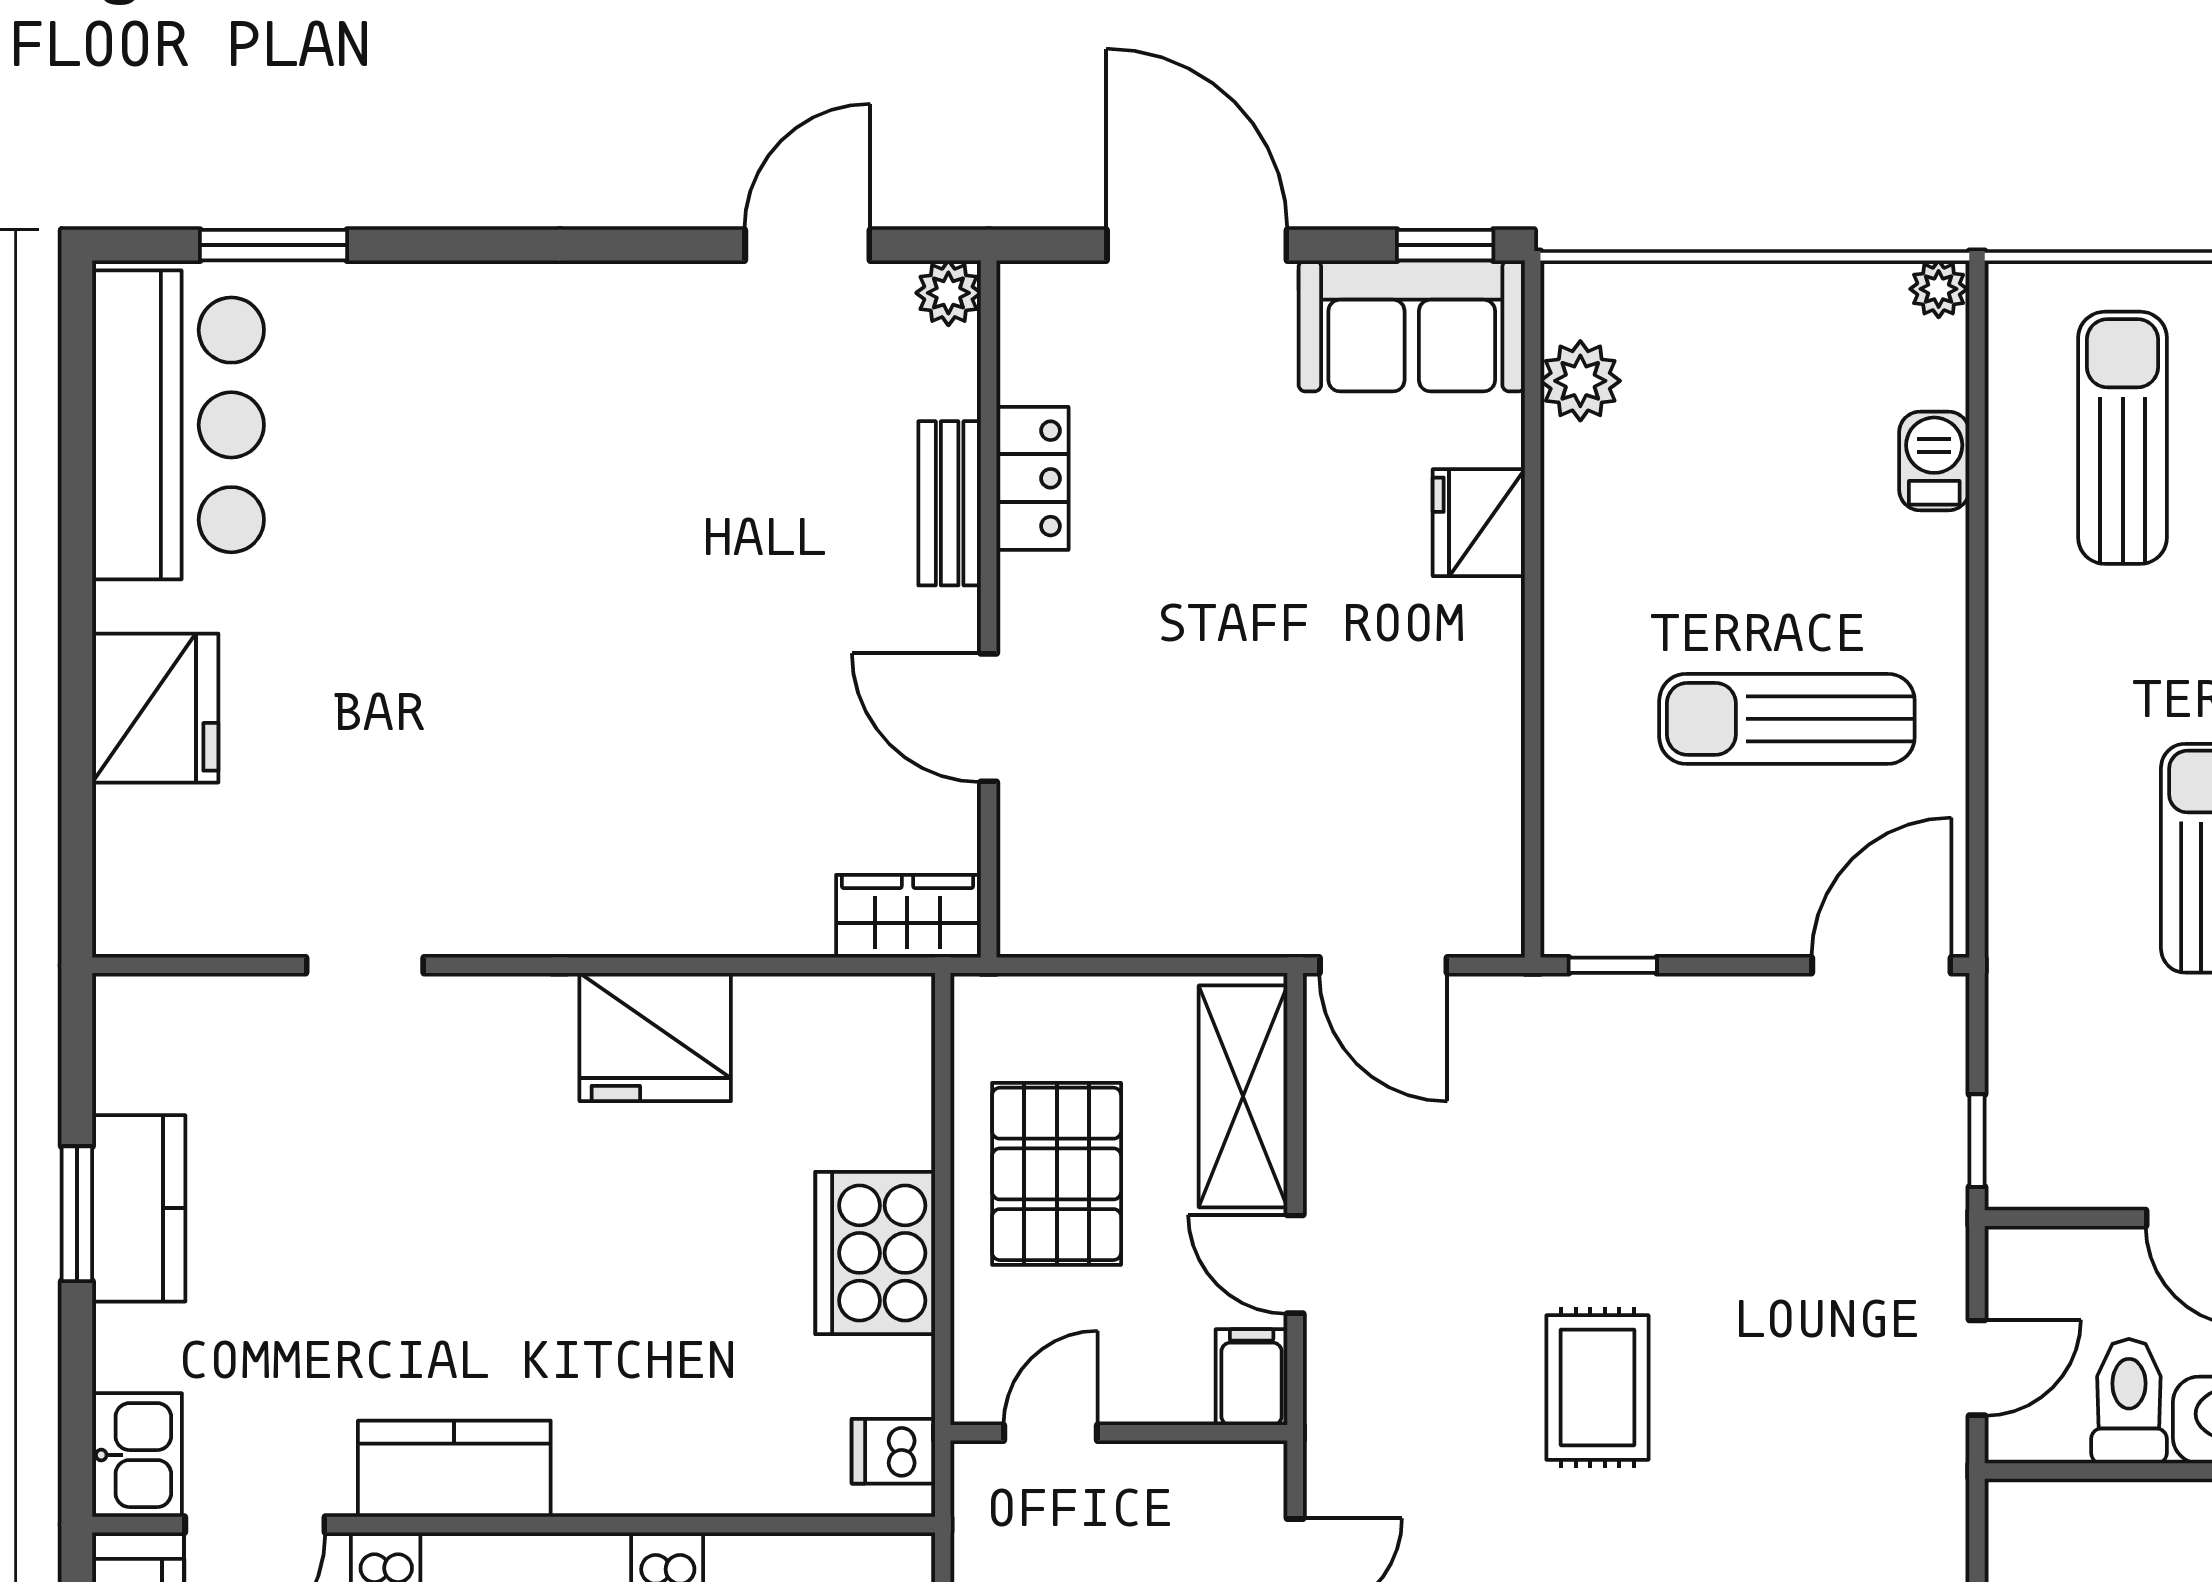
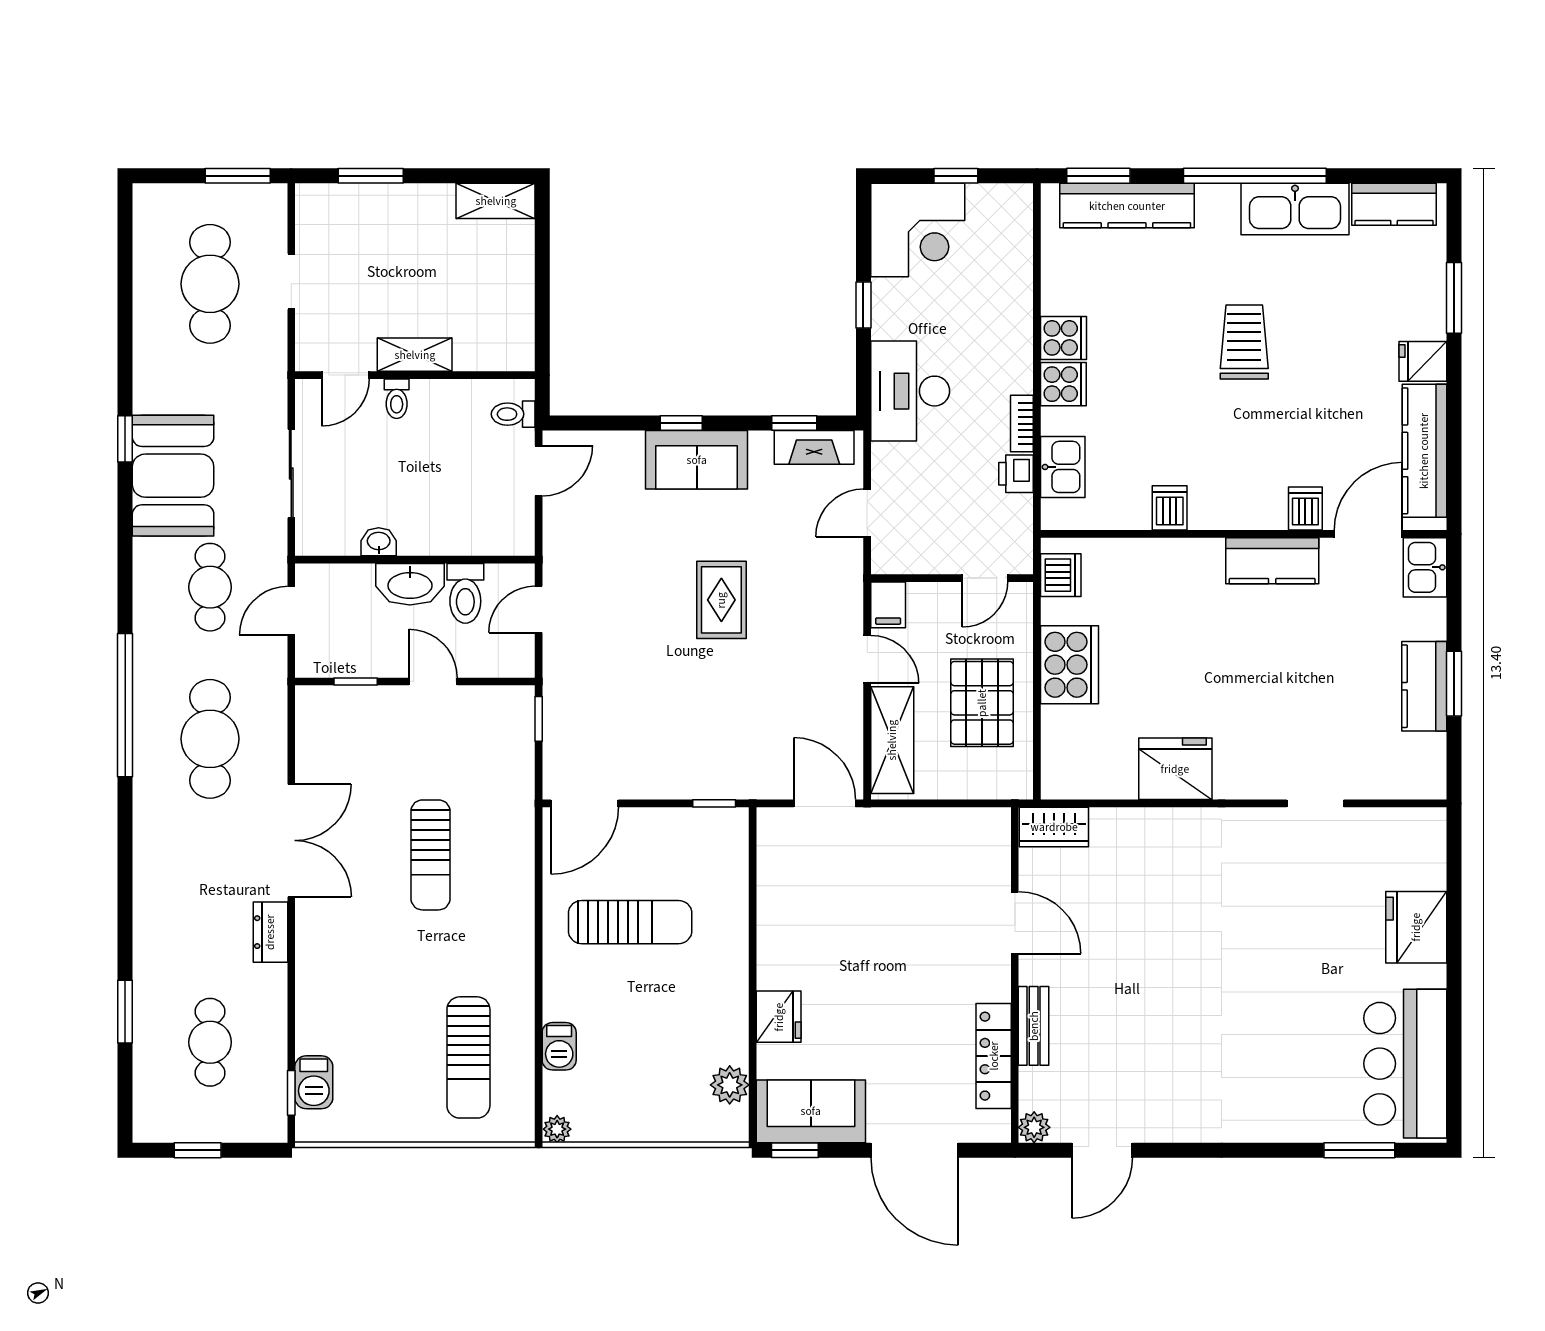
locker: (1032, 478) -> (994, 1056), width x1.53
dishwasher: (893, 1451) -> (1061, 575), width x1.38

